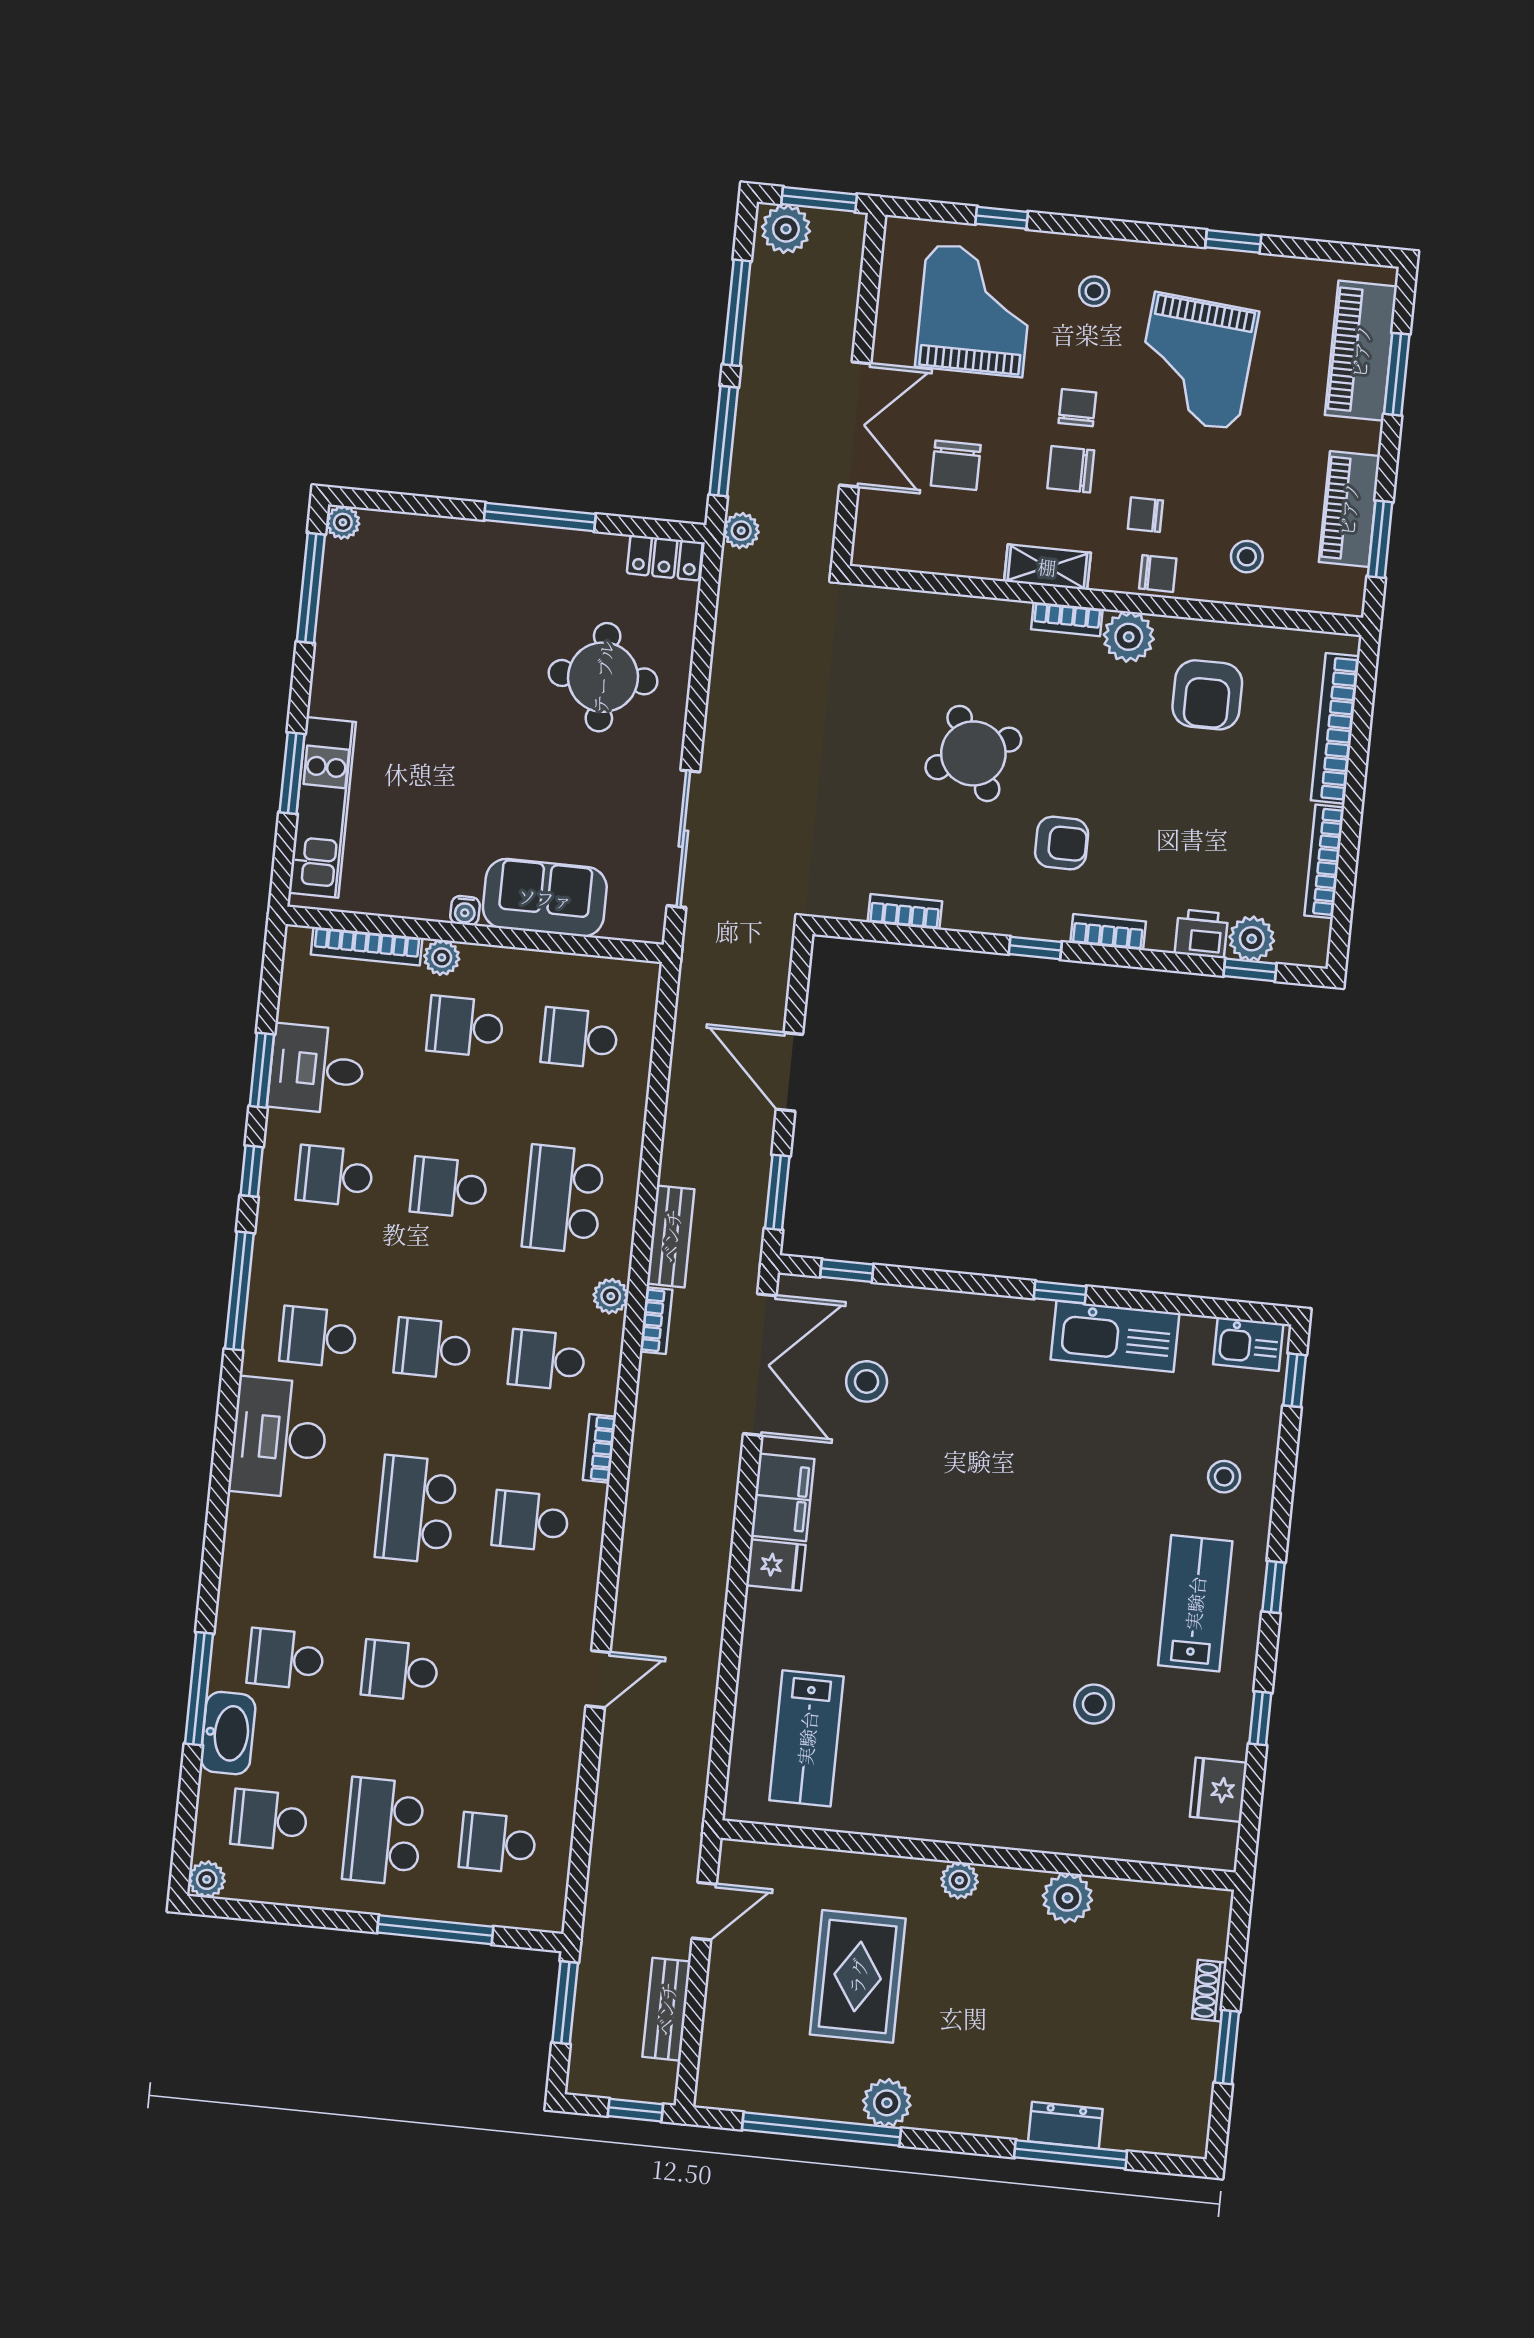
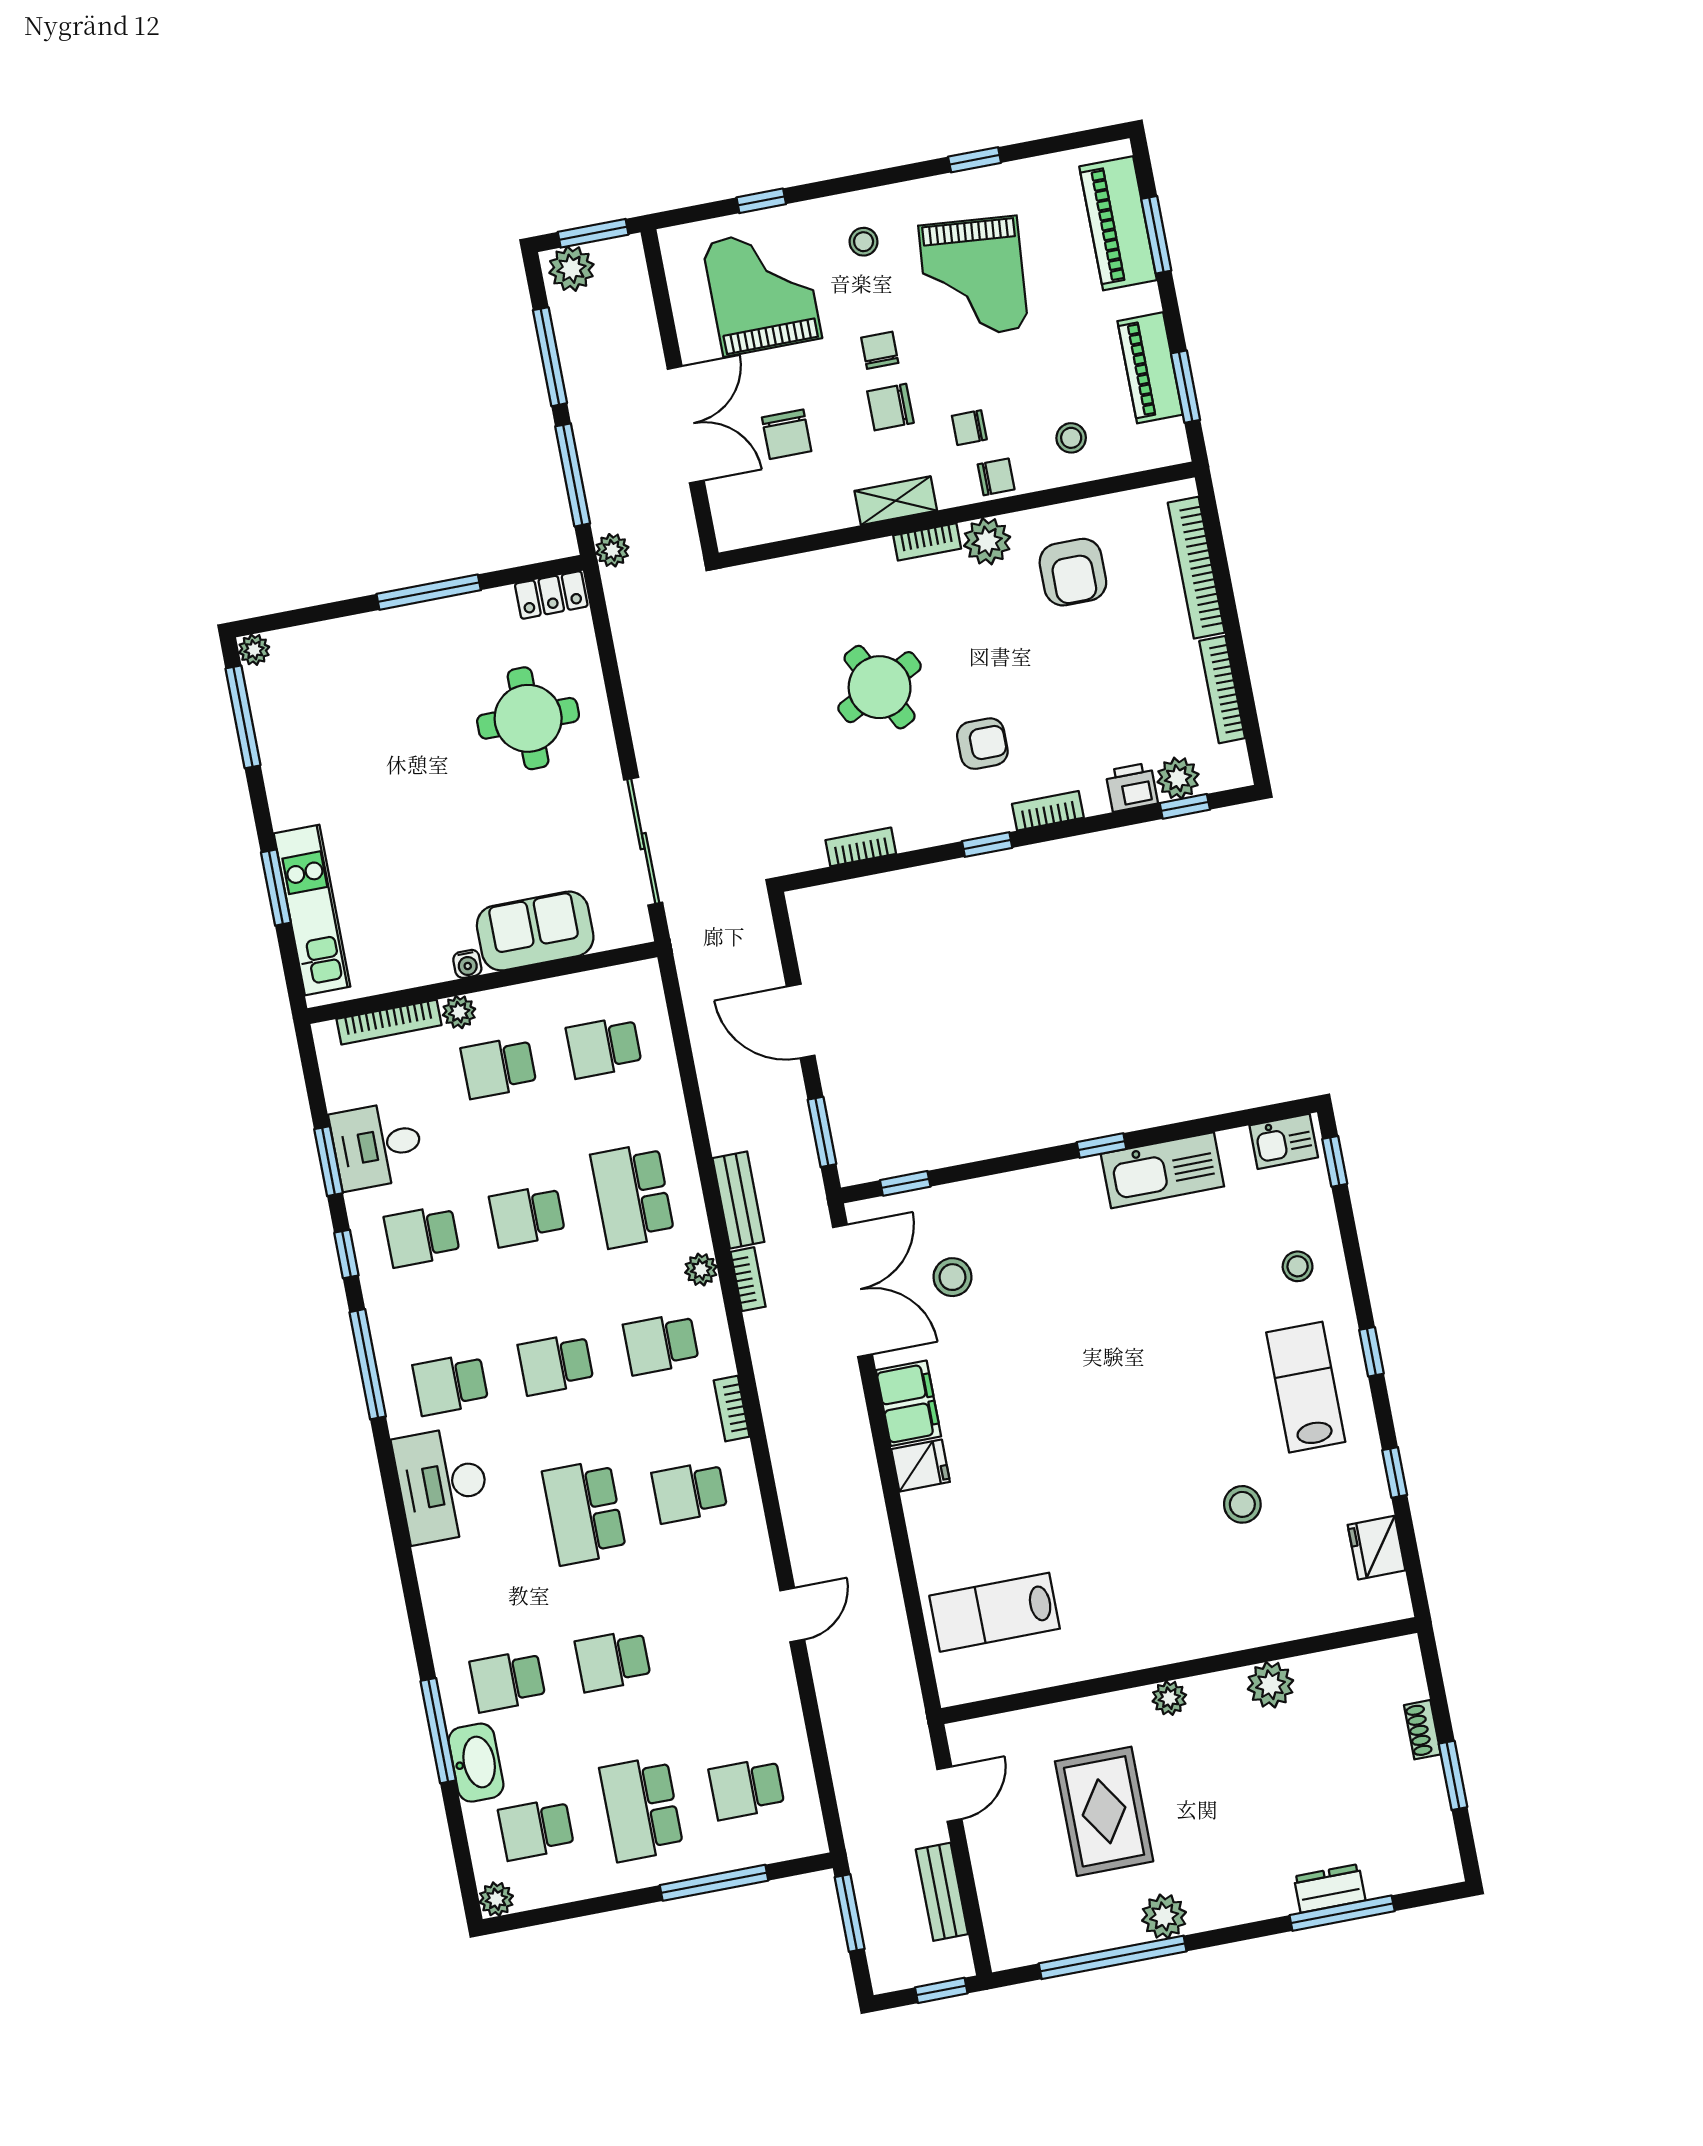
lab bench: (807, 1738) -> (995, 1612), turned 90

